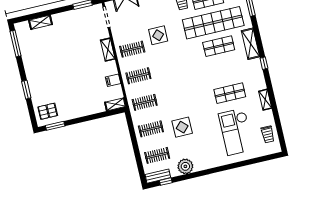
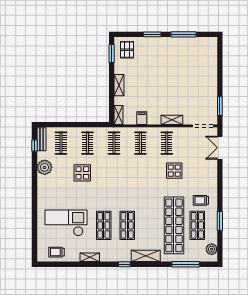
shelving: (40, 22) -> (119, 85), moved
window: (16, 44) -> (183, 34), moved
shop shelf: (219, 46) -> (127, 225), moved

